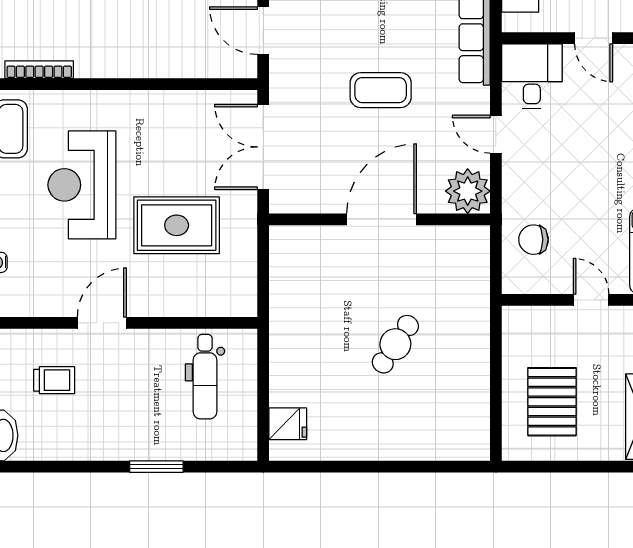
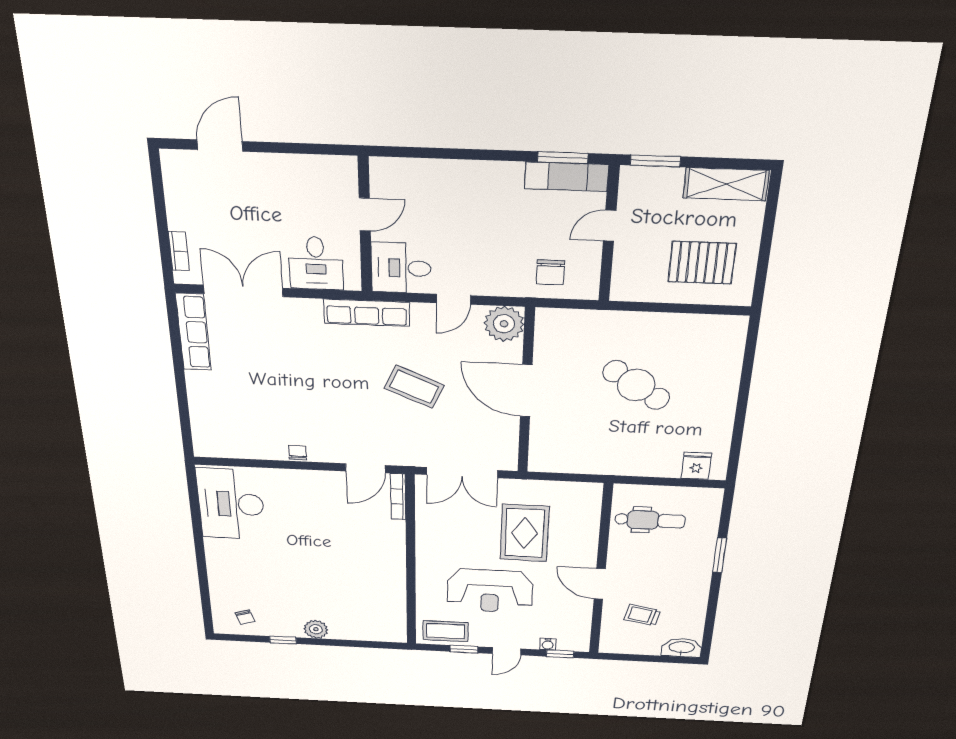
bookcase: (39, 70) -> (398, 497), moved
coffee table: (381, 90) -> (414, 387), turned -66
cafe table: (395, 344) -> (636, 385), width x1.37, depth x1.35
trolley: (54, 380) -> (642, 615), turned -78

